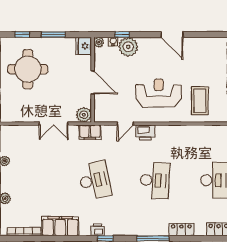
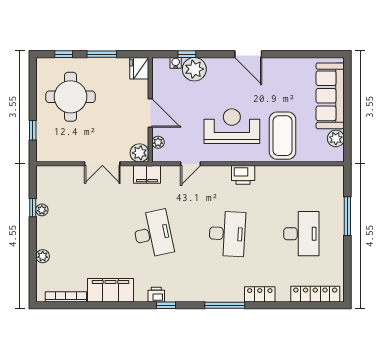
plant: (99, 42) -> (158, 142), moved
coffee table: (200, 101) -> (283, 136), width x1.36, depth x1.32
printer: (145, 133) -> (243, 175), moved

